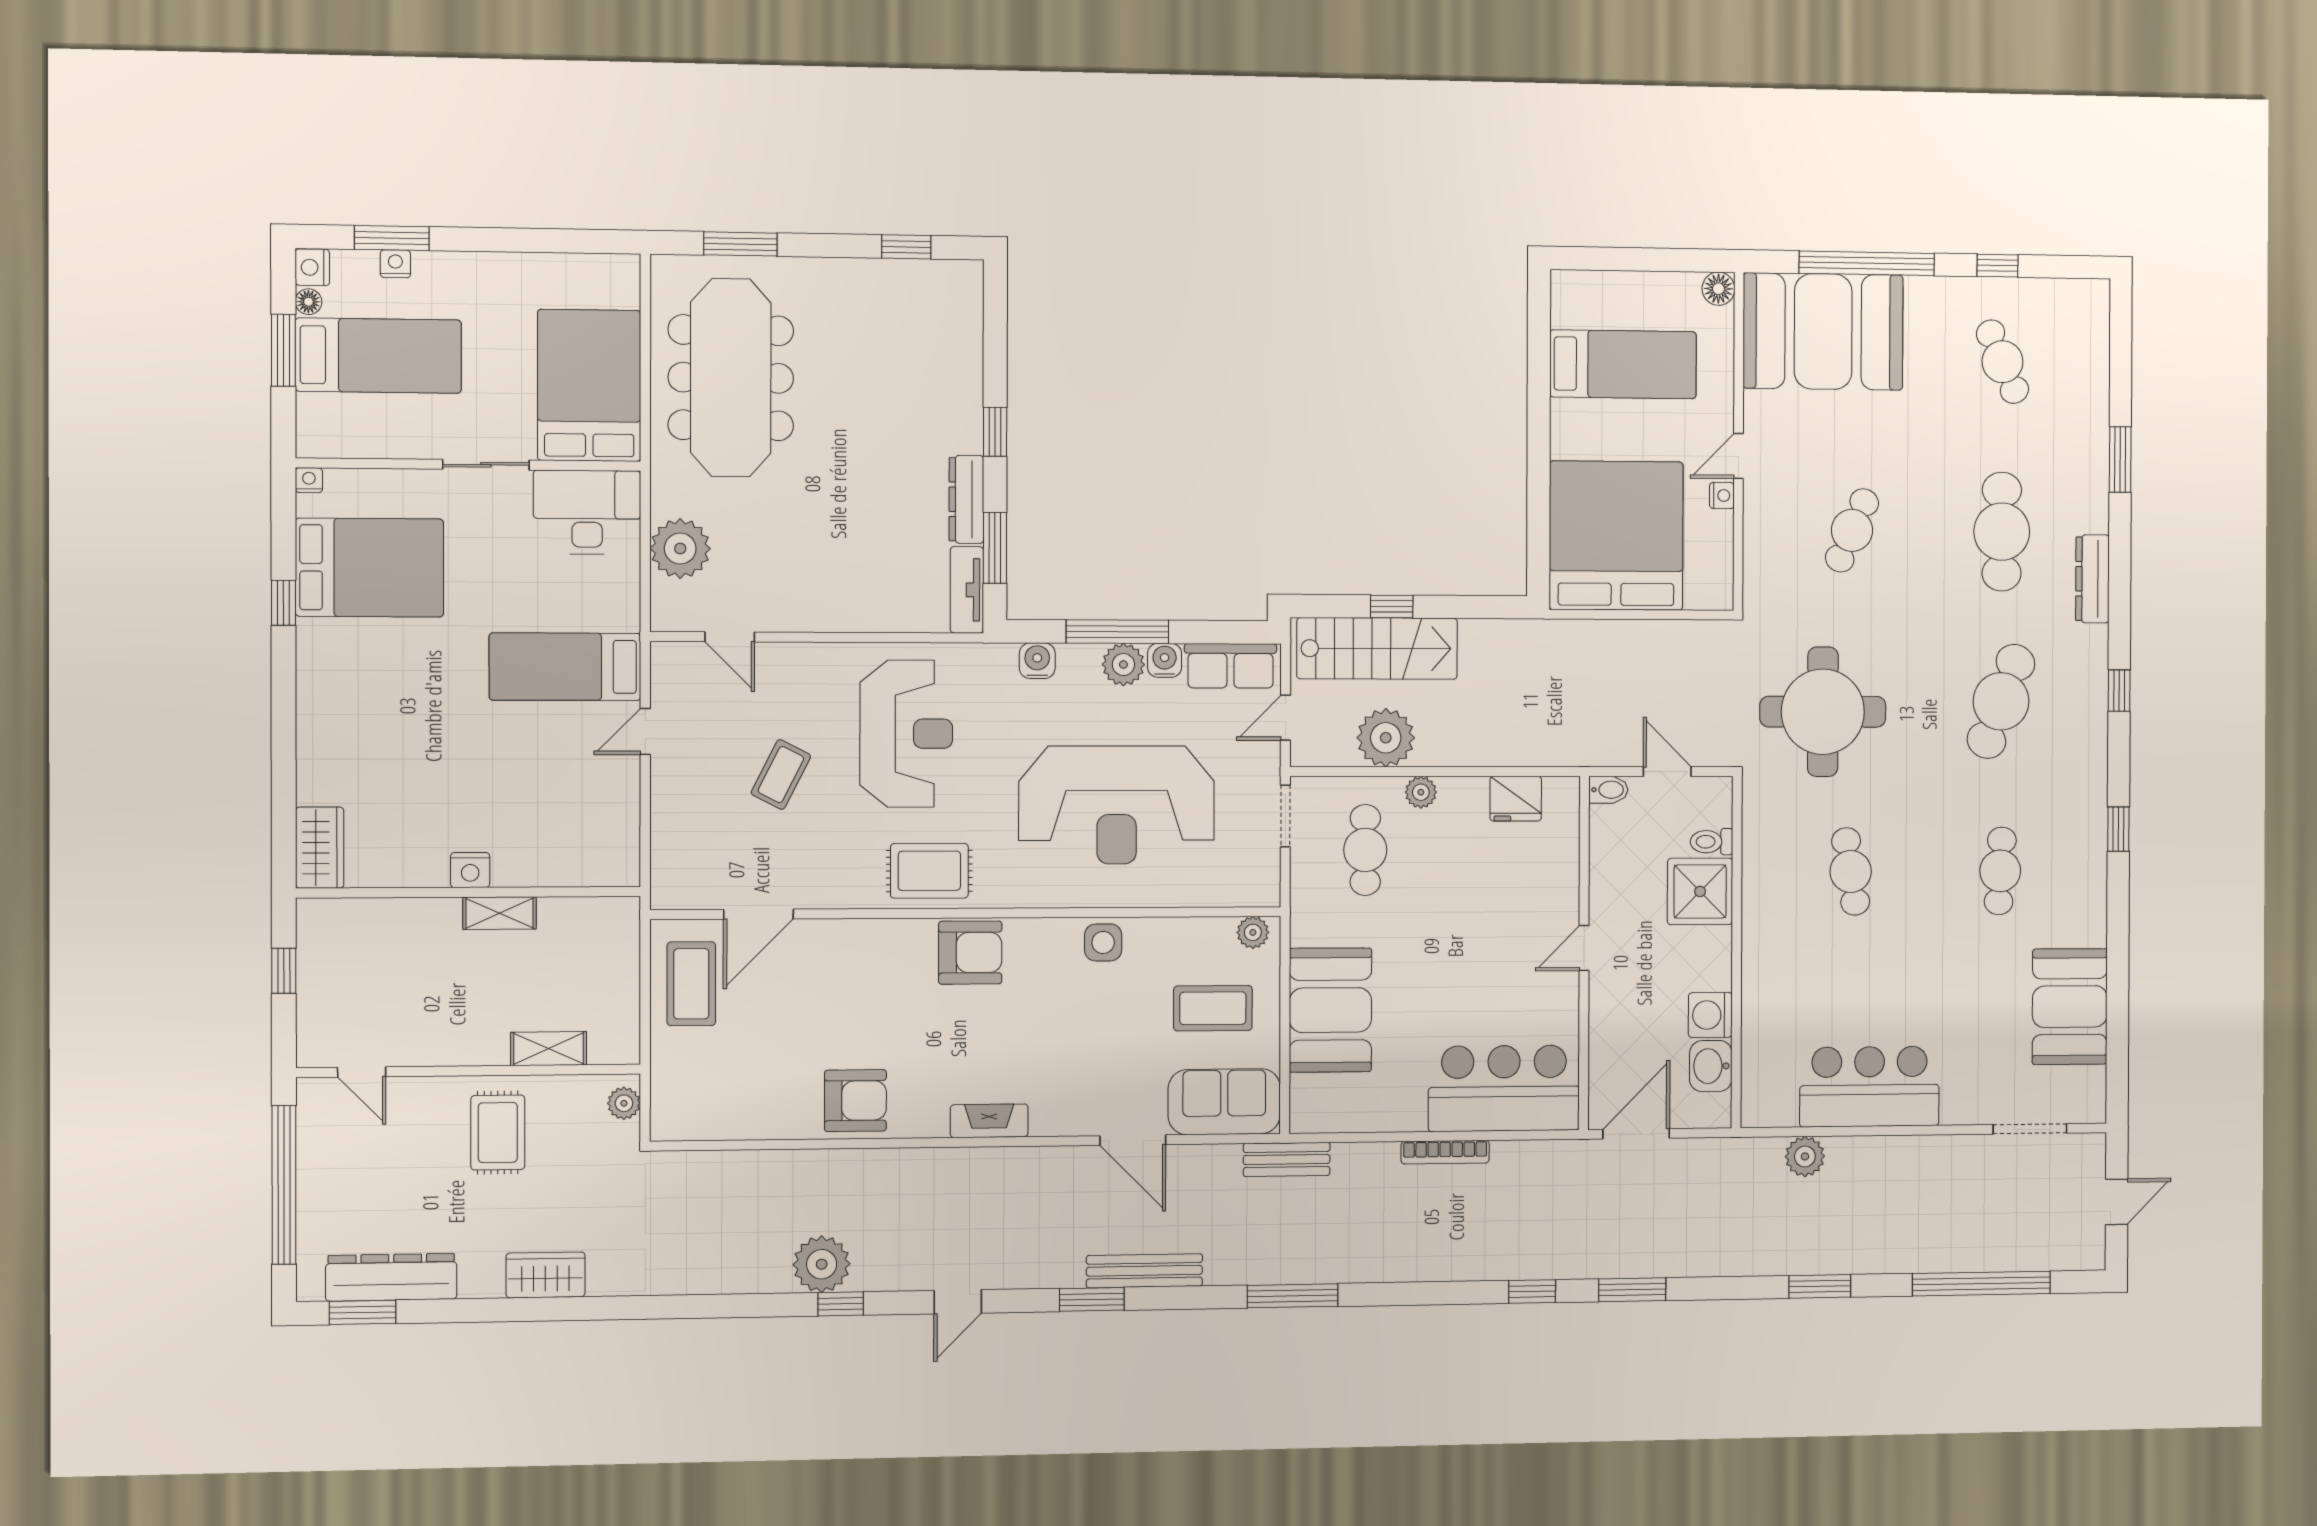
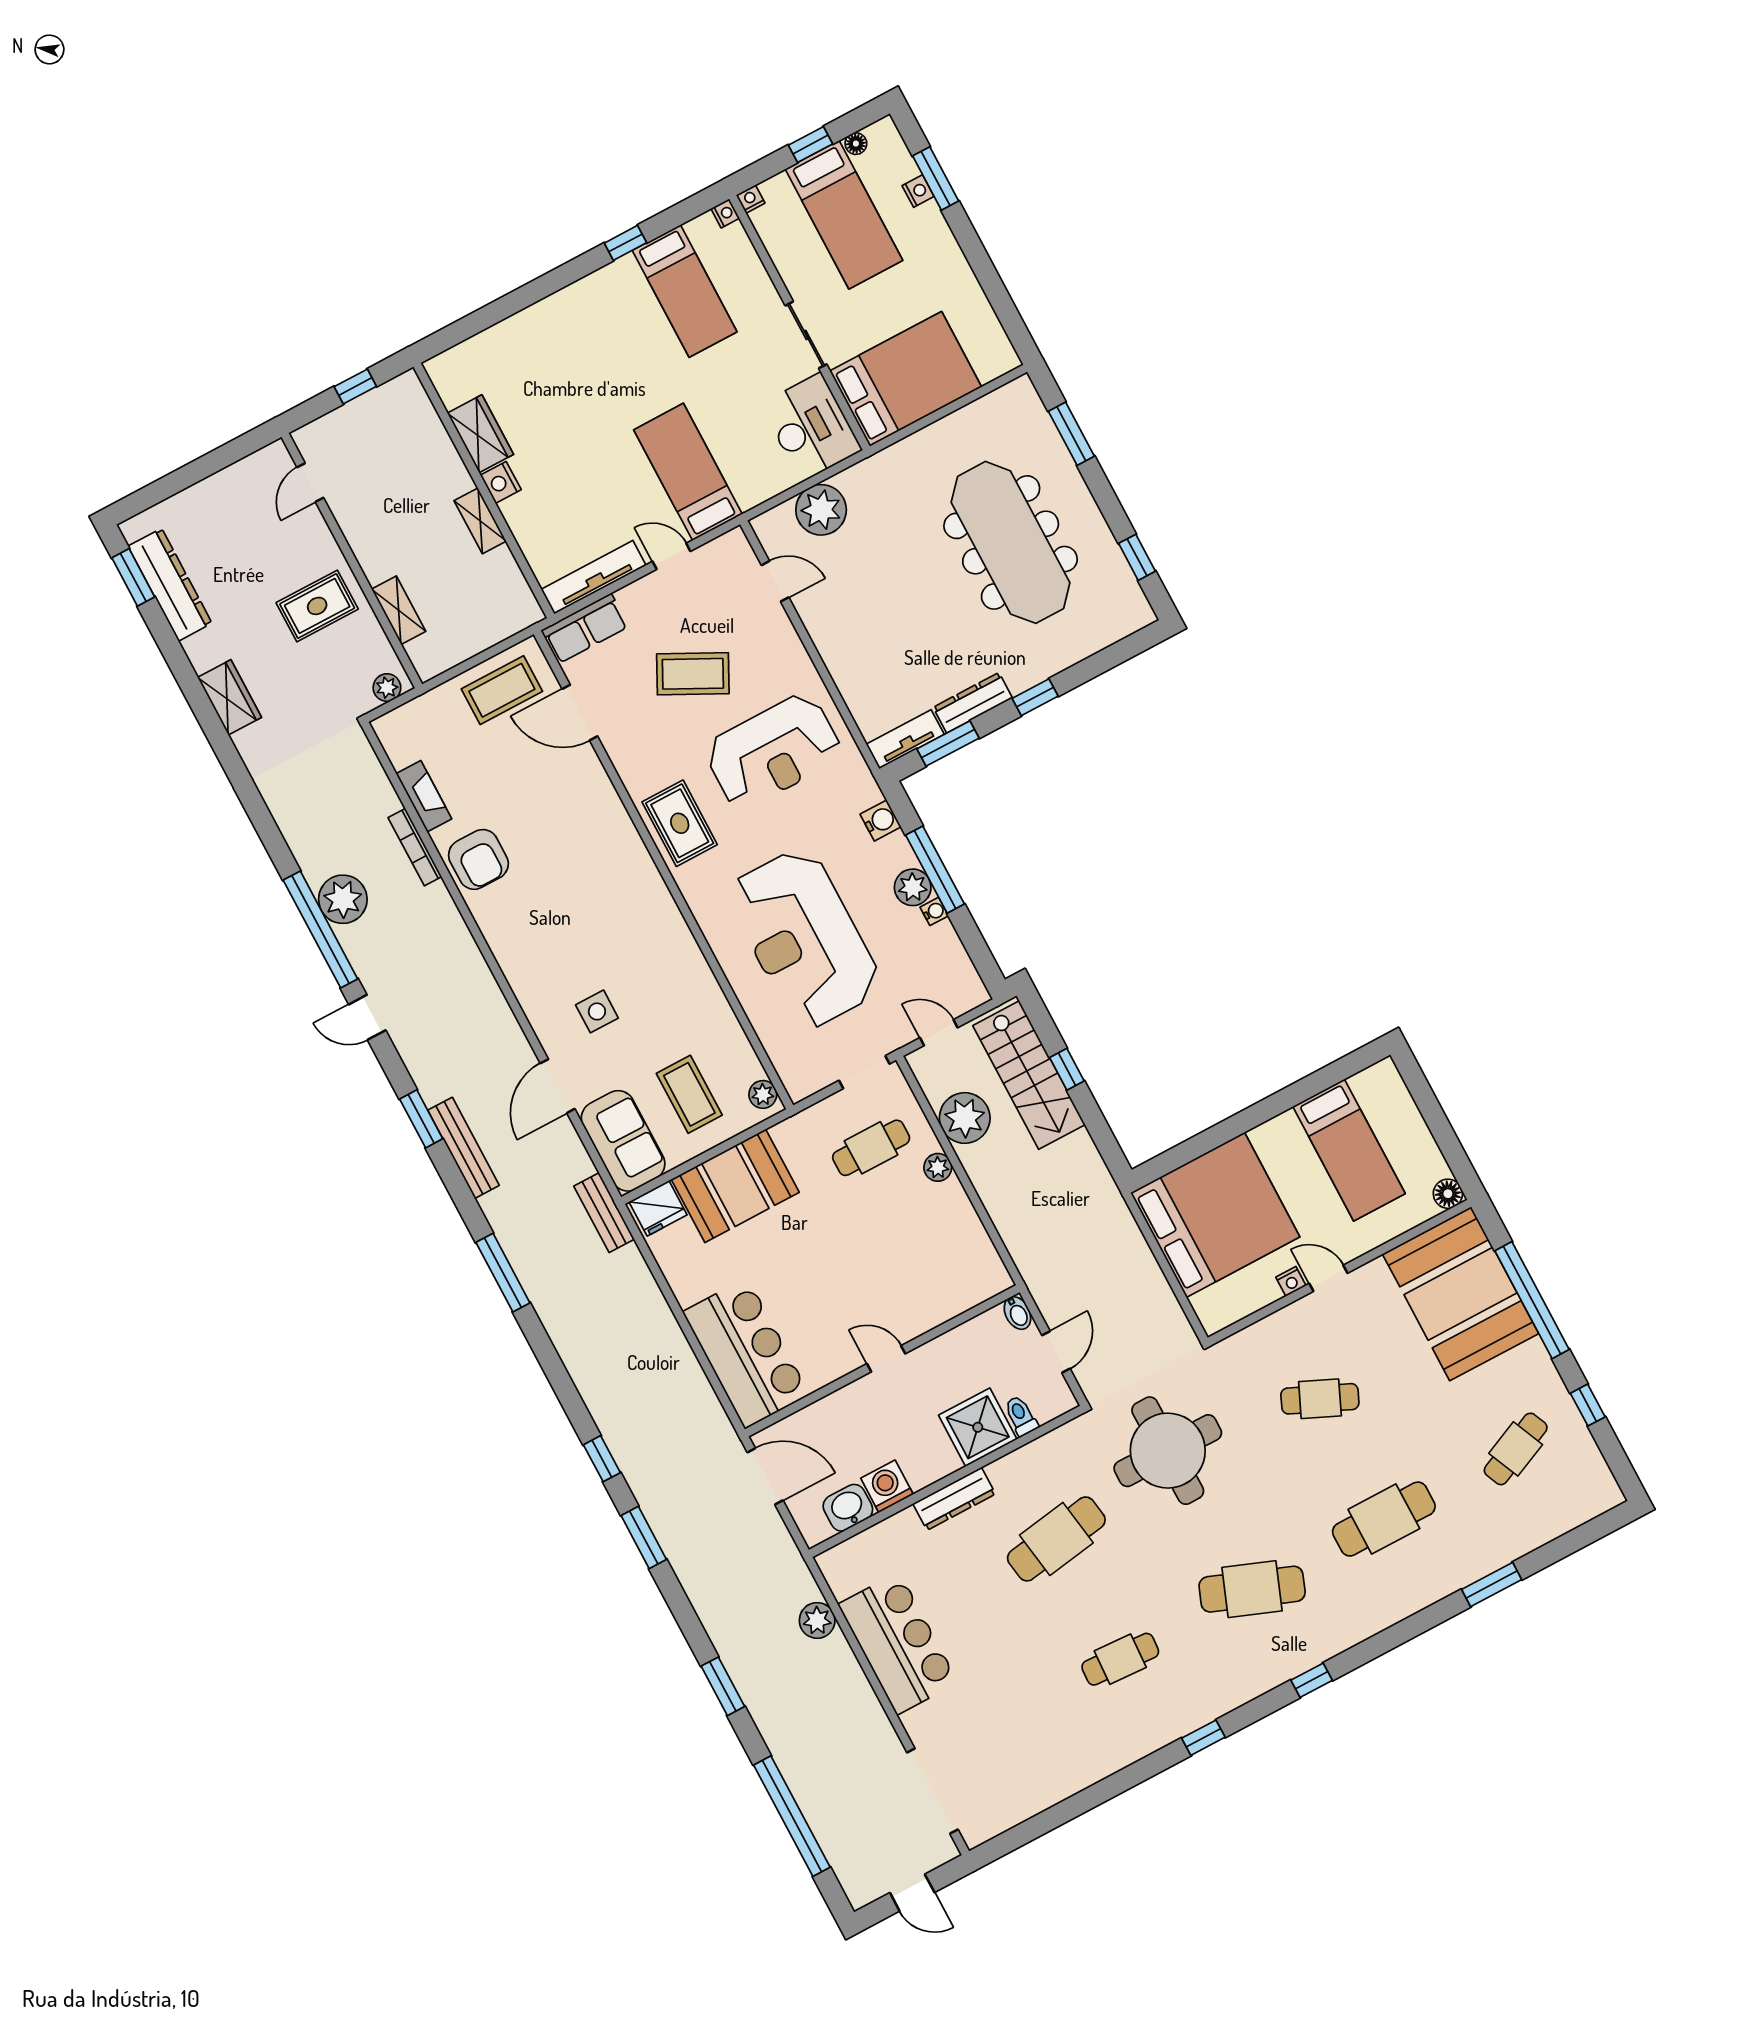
nightstand: (312, 267) -> (751, 199), moved, width x0.72, depth x0.74
window: (283, 350) -> (810, 144), width x0.67
meeting table: (731, 378) -> (1011, 542), moved, turned 90
bed: (370, 568) -> (685, 291), width x0.67
dresser: (2092, 579) -> (954, 1499), moved, turned 180
door: (730, 637) -> (775, 581), swing flipped
water cooler: (1165, 660) -> (934, 911), width x0.72, depth x0.72
row of seats: (1231, 666) -> (585, 628), moved, turned -90
coffee table: (781, 775) -> (693, 674), width x1.36, depth x1.30
fridge: (1516, 799) -> (658, 1208), moved, turned -90
tv unit: (624, 825) -> (594, 577), added
wardrobe: (320, 848) -> (480, 434), moved, turned -90
cafe table: (1851, 871) -> (1056, 1539), width x1.37, depth x1.35
side table: (1103, 942) -> (597, 1011), moved
armchair: (970, 953) -> (635, 887), removed
booth: (2070, 1007) -> (1044, 1772), removed
fireplace: (989, 1121) -> (424, 796), moved
doorway: (2030, 1129) -> (932, 1791), width x1.36
bookcase: (1445, 1152) -> (415, 847), moved
window: (284, 1185) -> (198, 470), removed
window: (841, 1304) -> (320, 930), width x3.17

